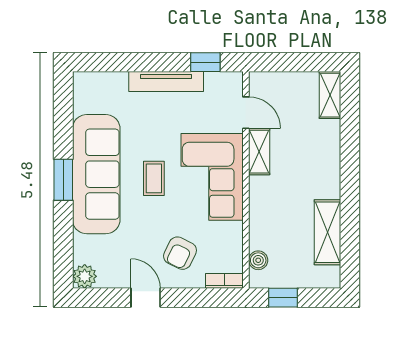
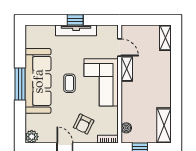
window: (205, 62) -> (75, 20), moved
window: (63, 180) -> (20, 84), width x1.44
shelving: (327, 232) -> (164, 125), moved

